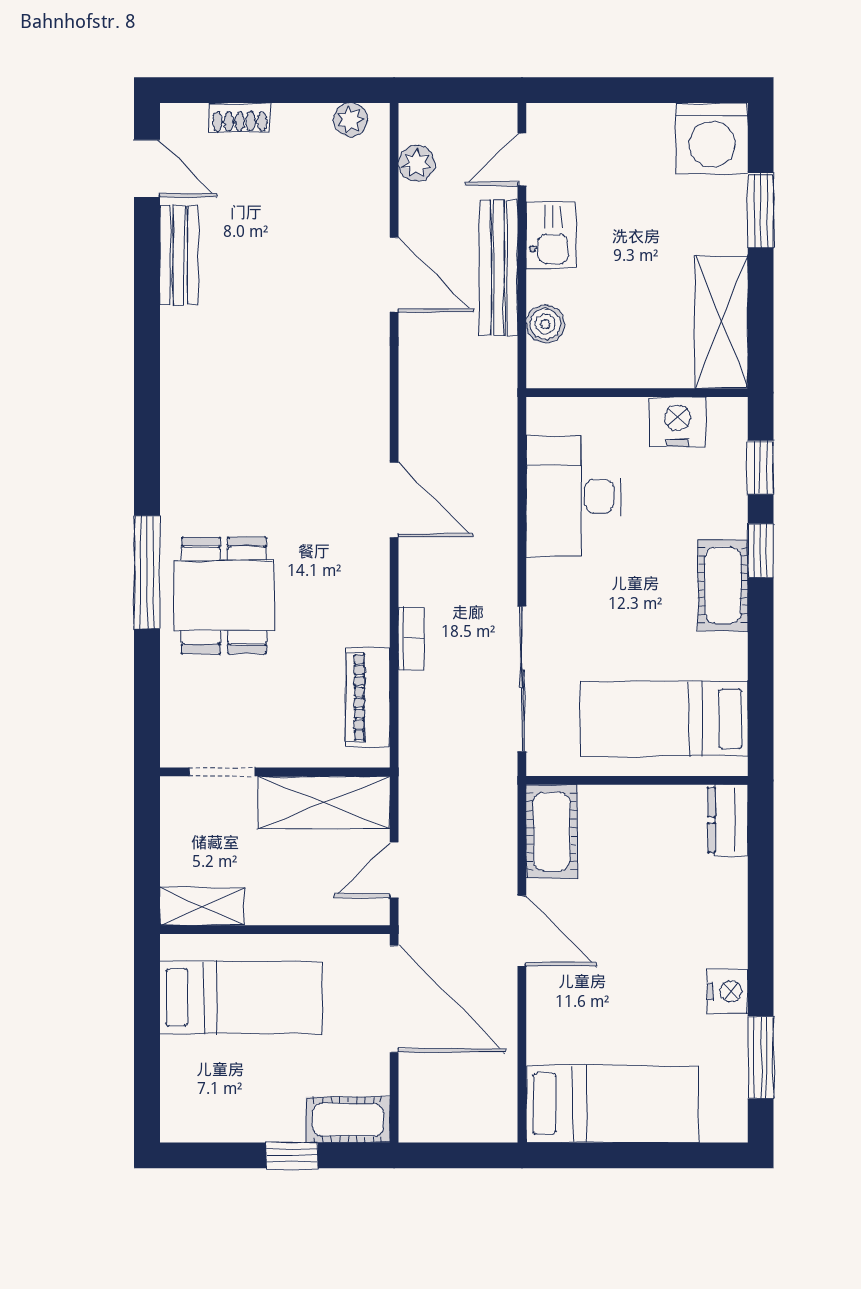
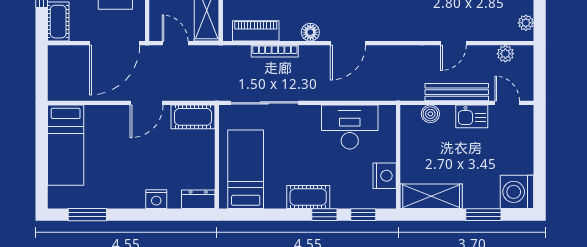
door: (394, 275) -> (453, 43), width x0.73
floor lamp: (371, 581) -> (310, 32), added
bookcase: (411, 638) -> (275, 51), width x1.56
nightstand: (728, 991) -> (156, 199), moved

